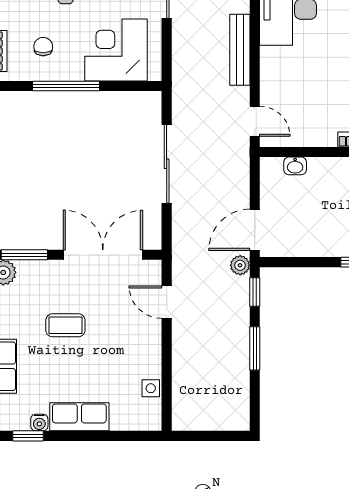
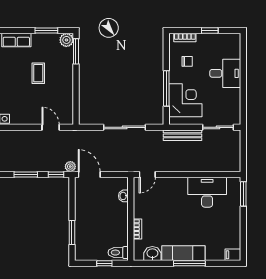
bench: (240, 50) -> (183, 135), moved
window: (66, 86) -> (166, 88), moved
double door: (103, 255) -> (76, 93), removed
door: (167, 302) -> (51, 127), hinge flipped

